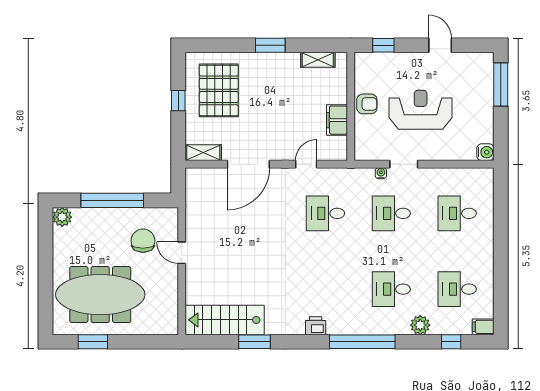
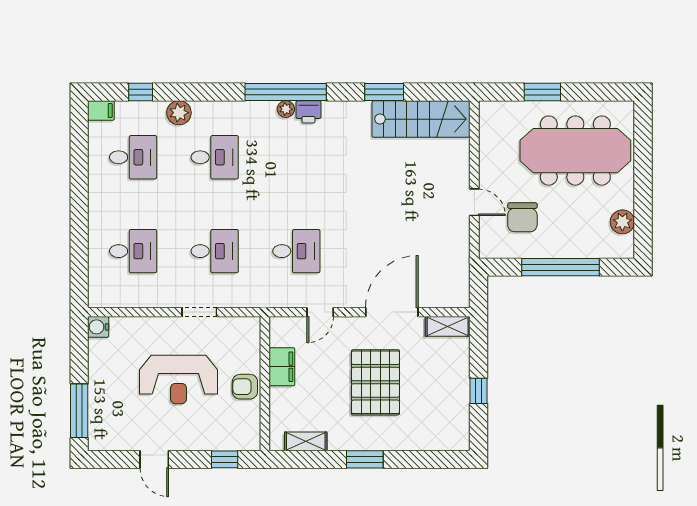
pallet: (219, 90) -> (375, 382), moved
water cooler: (381, 173) -> (228, 301), removed
plant: (62, 217) -> (622, 222), moved
plant: (334, 328) -> (286, 109), added
window: (93, 342) -> (542, 92), moved
window: (362, 342) -> (286, 92), moved

